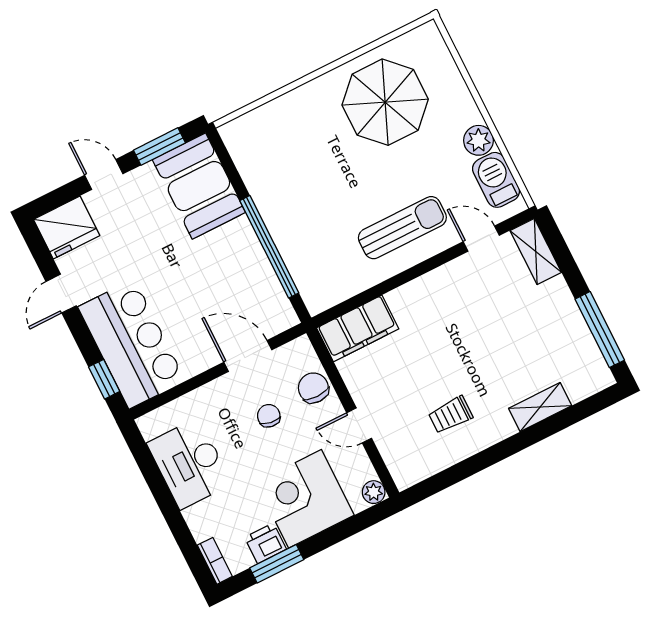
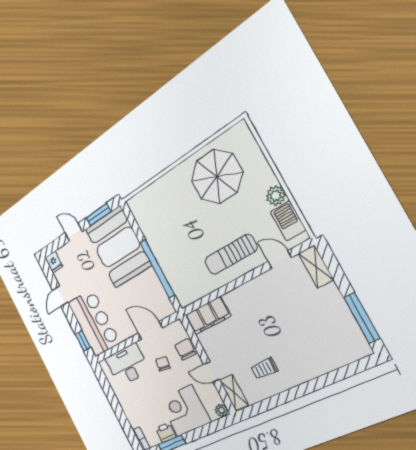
booth: (199, 186) -> (118, 247), width x1.36, depth x1.42
fridge: (67, 227) -> (54, 262), width x0.53, depth x0.75
sun lounger: (402, 228) -> (231, 254), turned 180
shelving: (540, 407) -> (234, 393), moved, turned 90
desk: (189, 464) -> (127, 365), moved, turned 90

